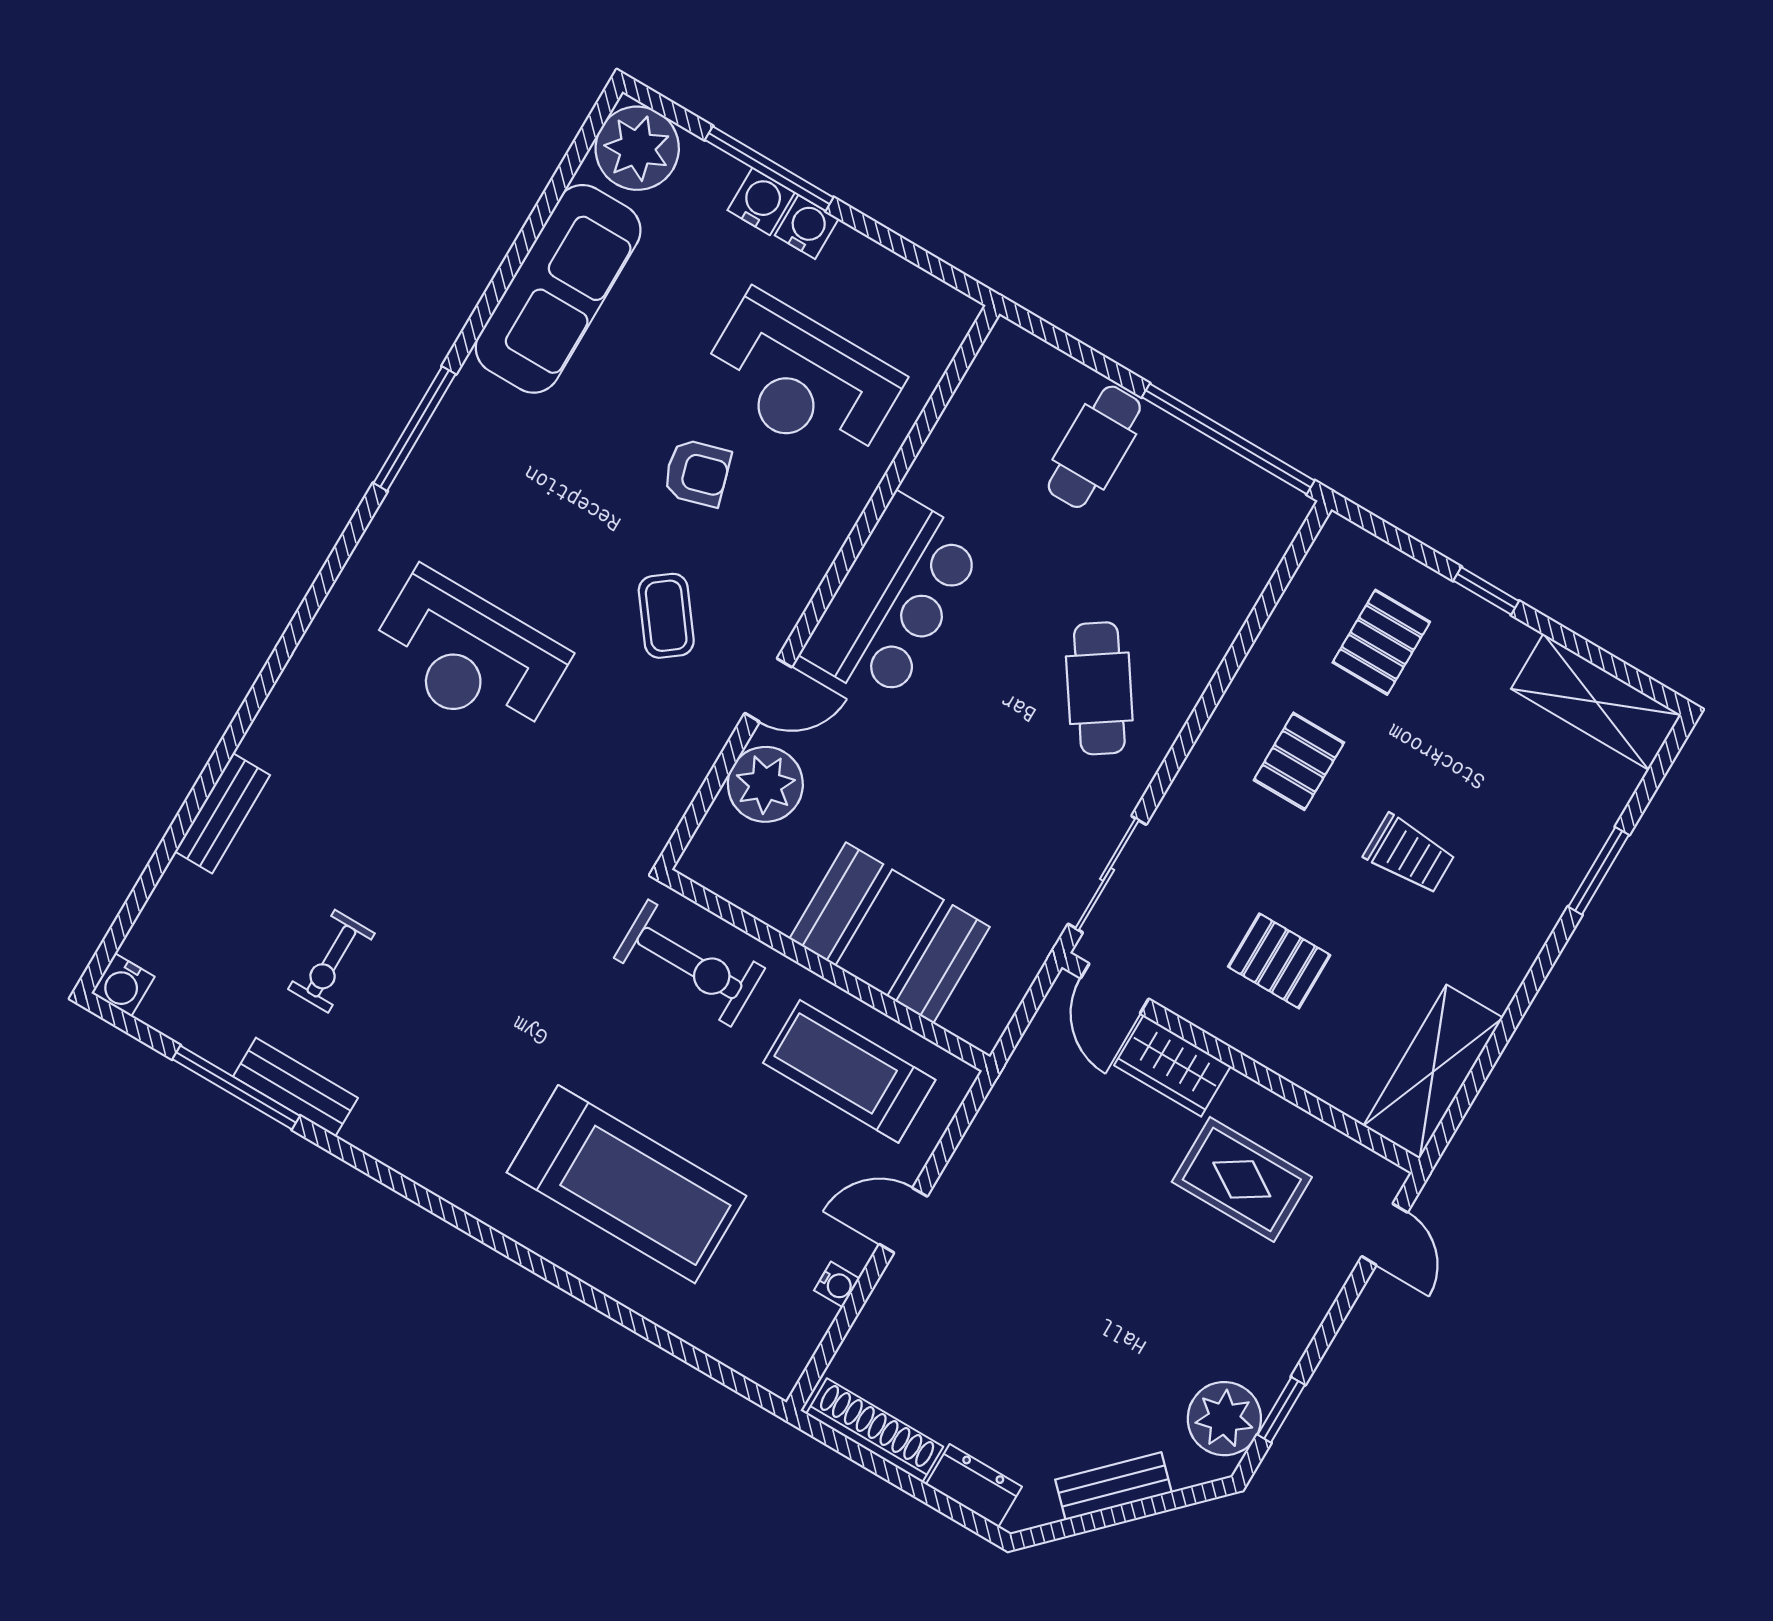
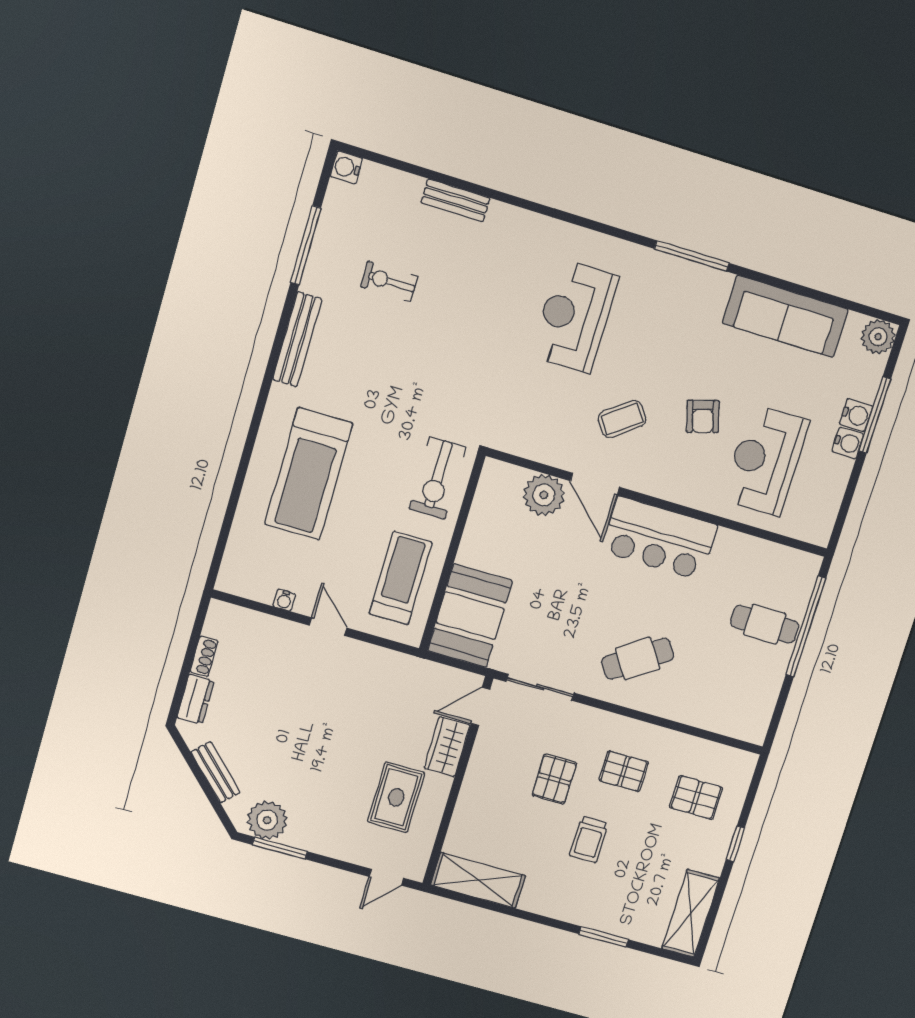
plant: (637, 148) -> (878, 337), width x0.73, depth x0.73
window: (1228, 439) -> (806, 626), moved
door: (768, 690) -> (595, 484), width x1.38
booth: (890, 933) -> (470, 616), moved
pallet: (1279, 961) -> (554, 779), moved
bench: (295, 1087) -> (297, 339), moved, width x1.36
window: (1281, 1410) -> (280, 848), width x1.50
shoe rack: (875, 1430) -> (204, 656), width x0.51, depth x0.81

